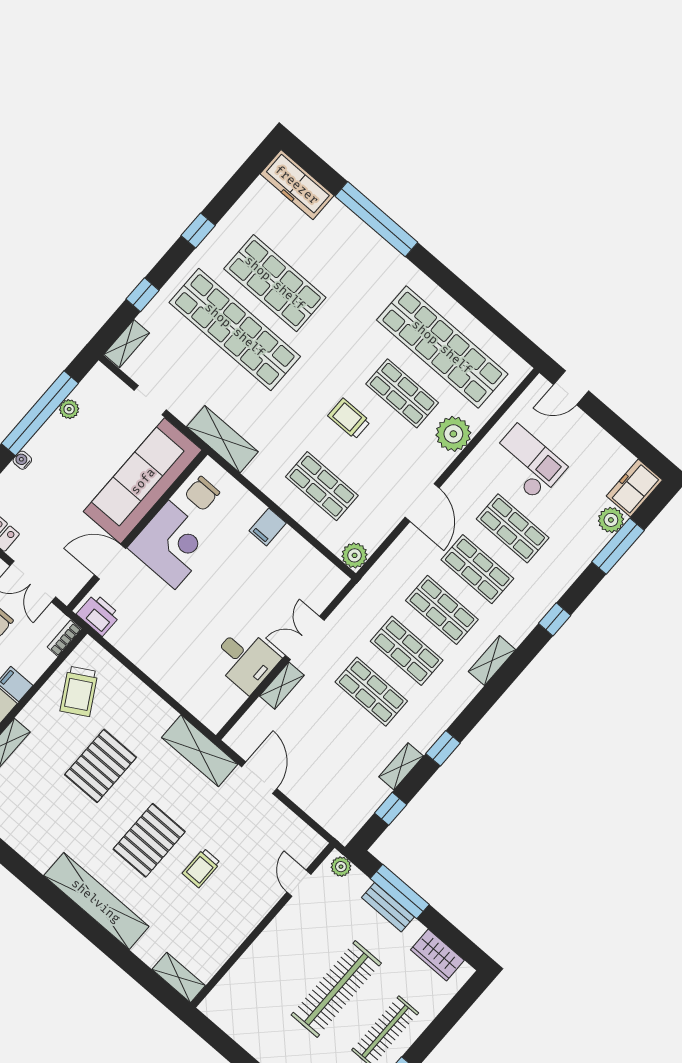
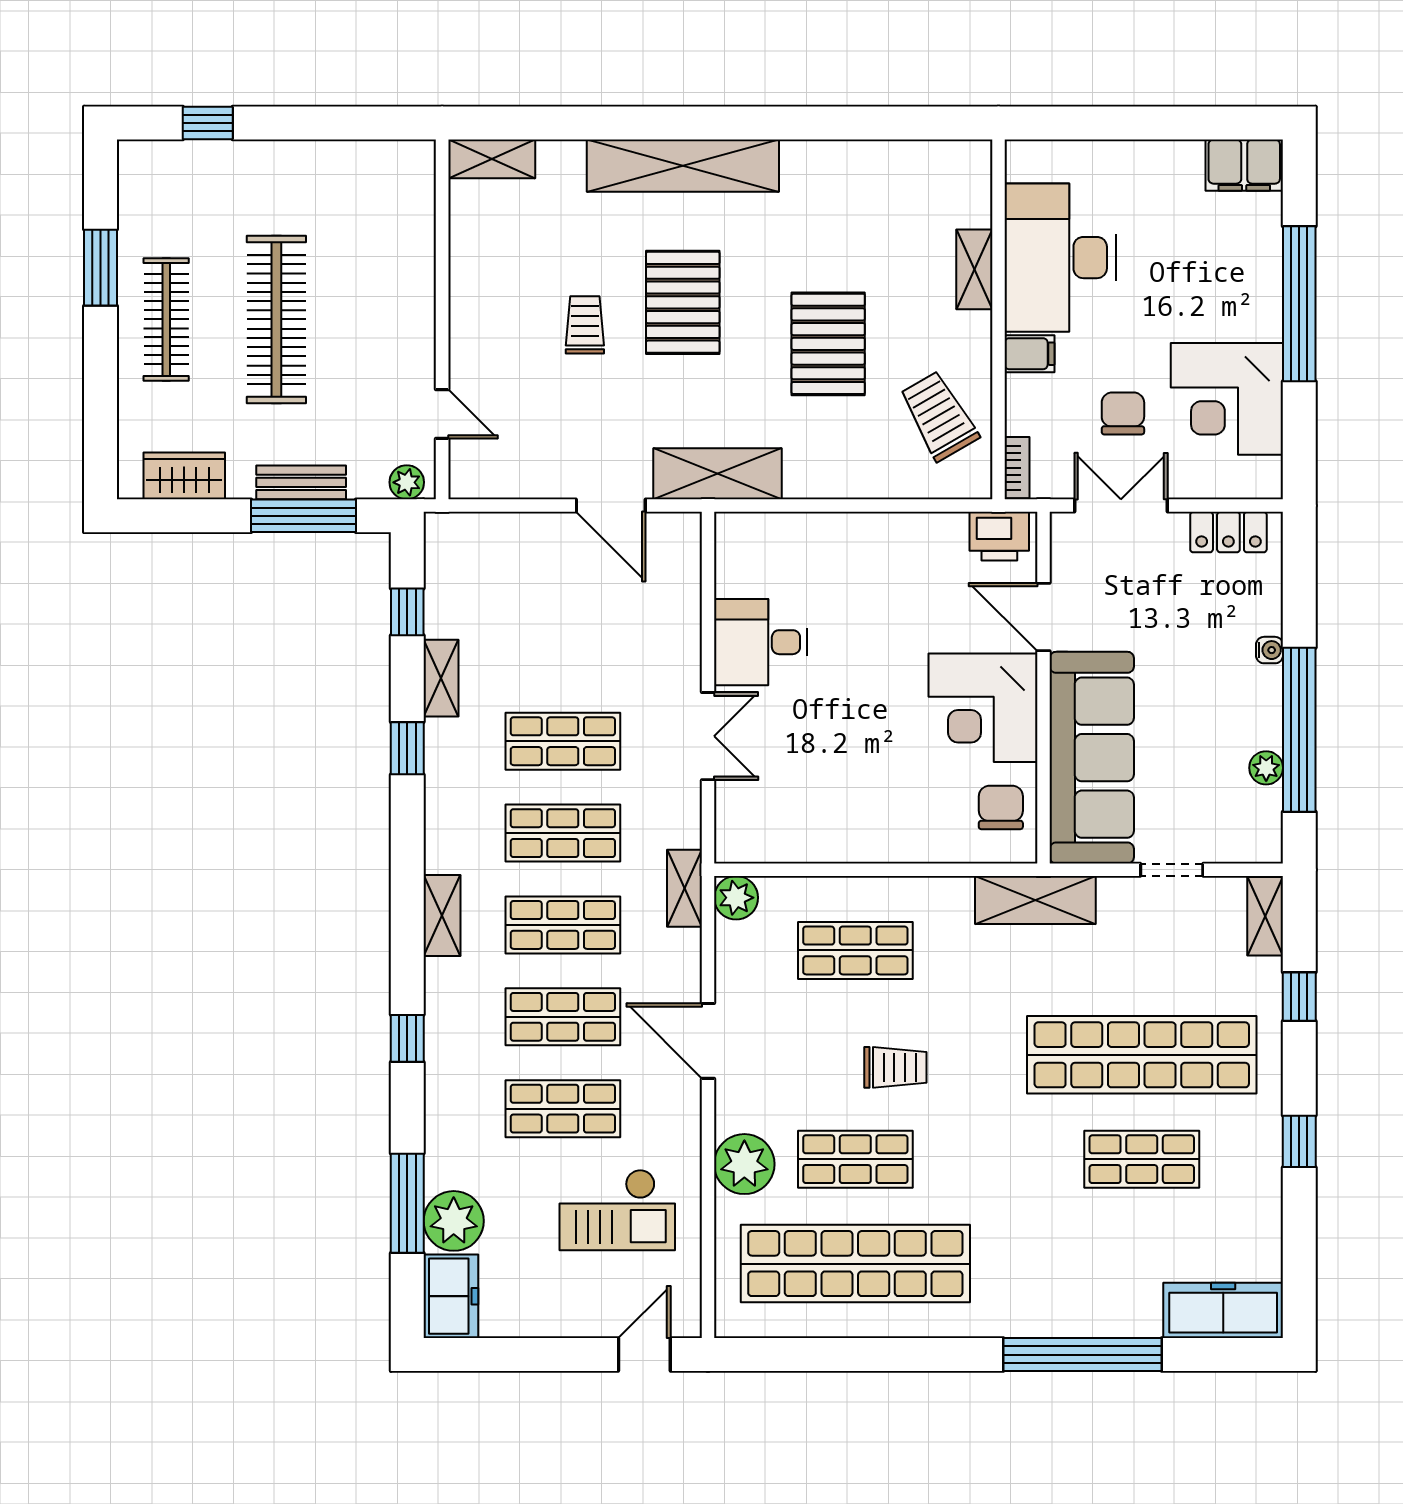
shop shelf: (275, 283) -> (1142, 1159), width x0.70, depth x0.74
plant: (611, 520) -> (454, 1221), width x1.36, depth x1.36
filing cabinet: (268, 527) -> (880, 837), removed
door: (110, 562) -> (1044, 617), swing flipped
shelving: (282, 686) -> (685, 888), moved

